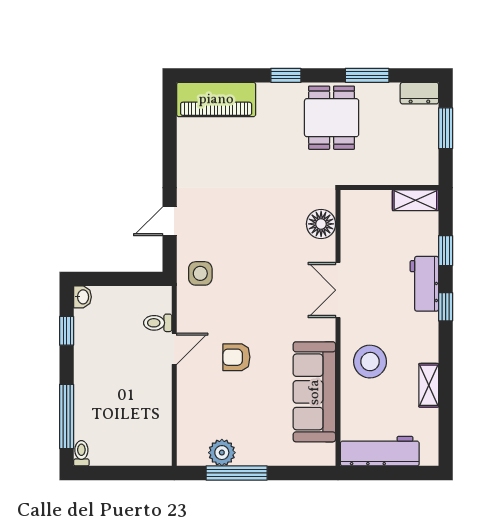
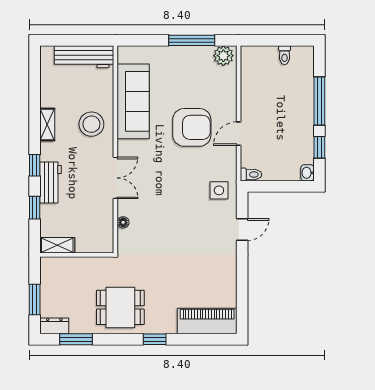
window: (367, 75) -> (76, 339), moved
dining table: (332, 118) -> (120, 307), turned 90
floor lamp: (321, 224) -> (123, 222), width x0.53, depth x0.53
toilet: (158, 323) -> (251, 174), moved
armchair: (236, 357) -> (192, 127), width x1.88, depth x1.88
shelving: (429, 385) -> (47, 125), moved
window: (67, 416) -> (319, 101), moved
toilet: (81, 453) -> (285, 55), moved
plant: (222, 453) -> (223, 56), moved

